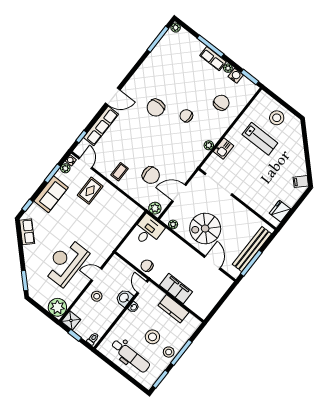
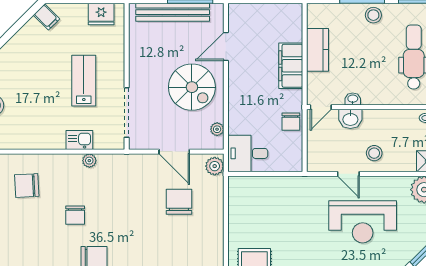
lab bench: (260, 139) -> (84, 81), moved
coffee table: (120, 172) -> (204, 242), removed
stool: (152, 337) -> (370, 49), removed

